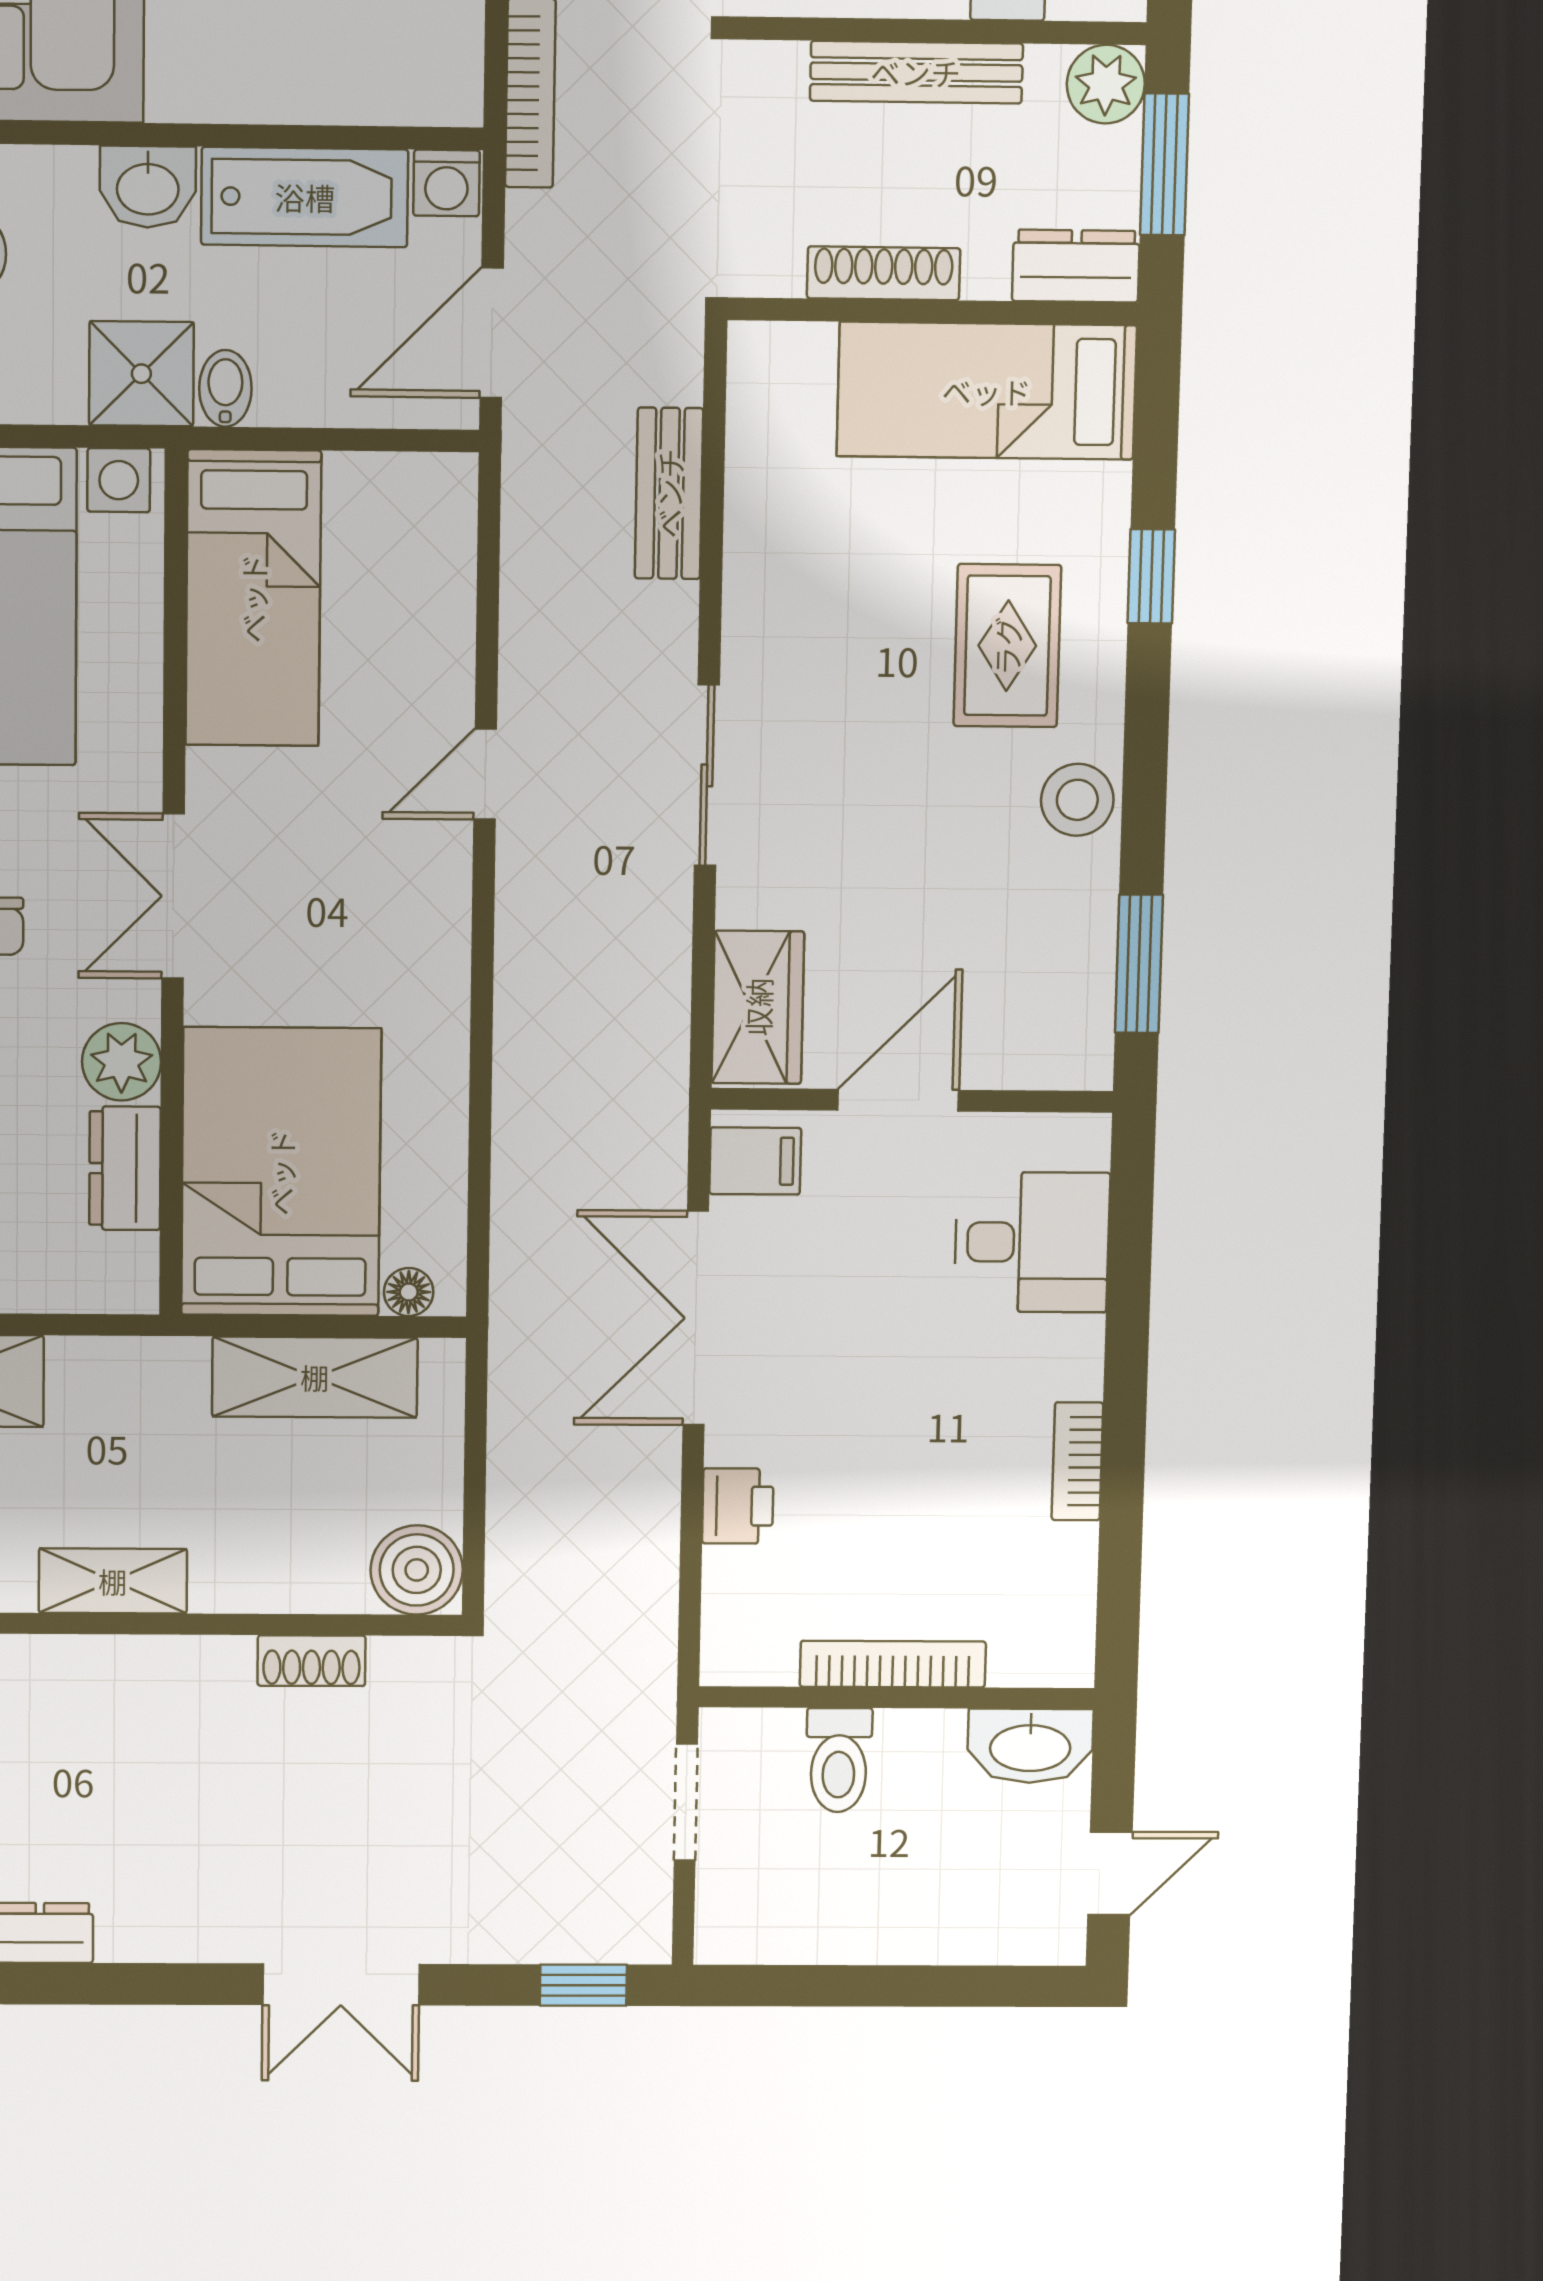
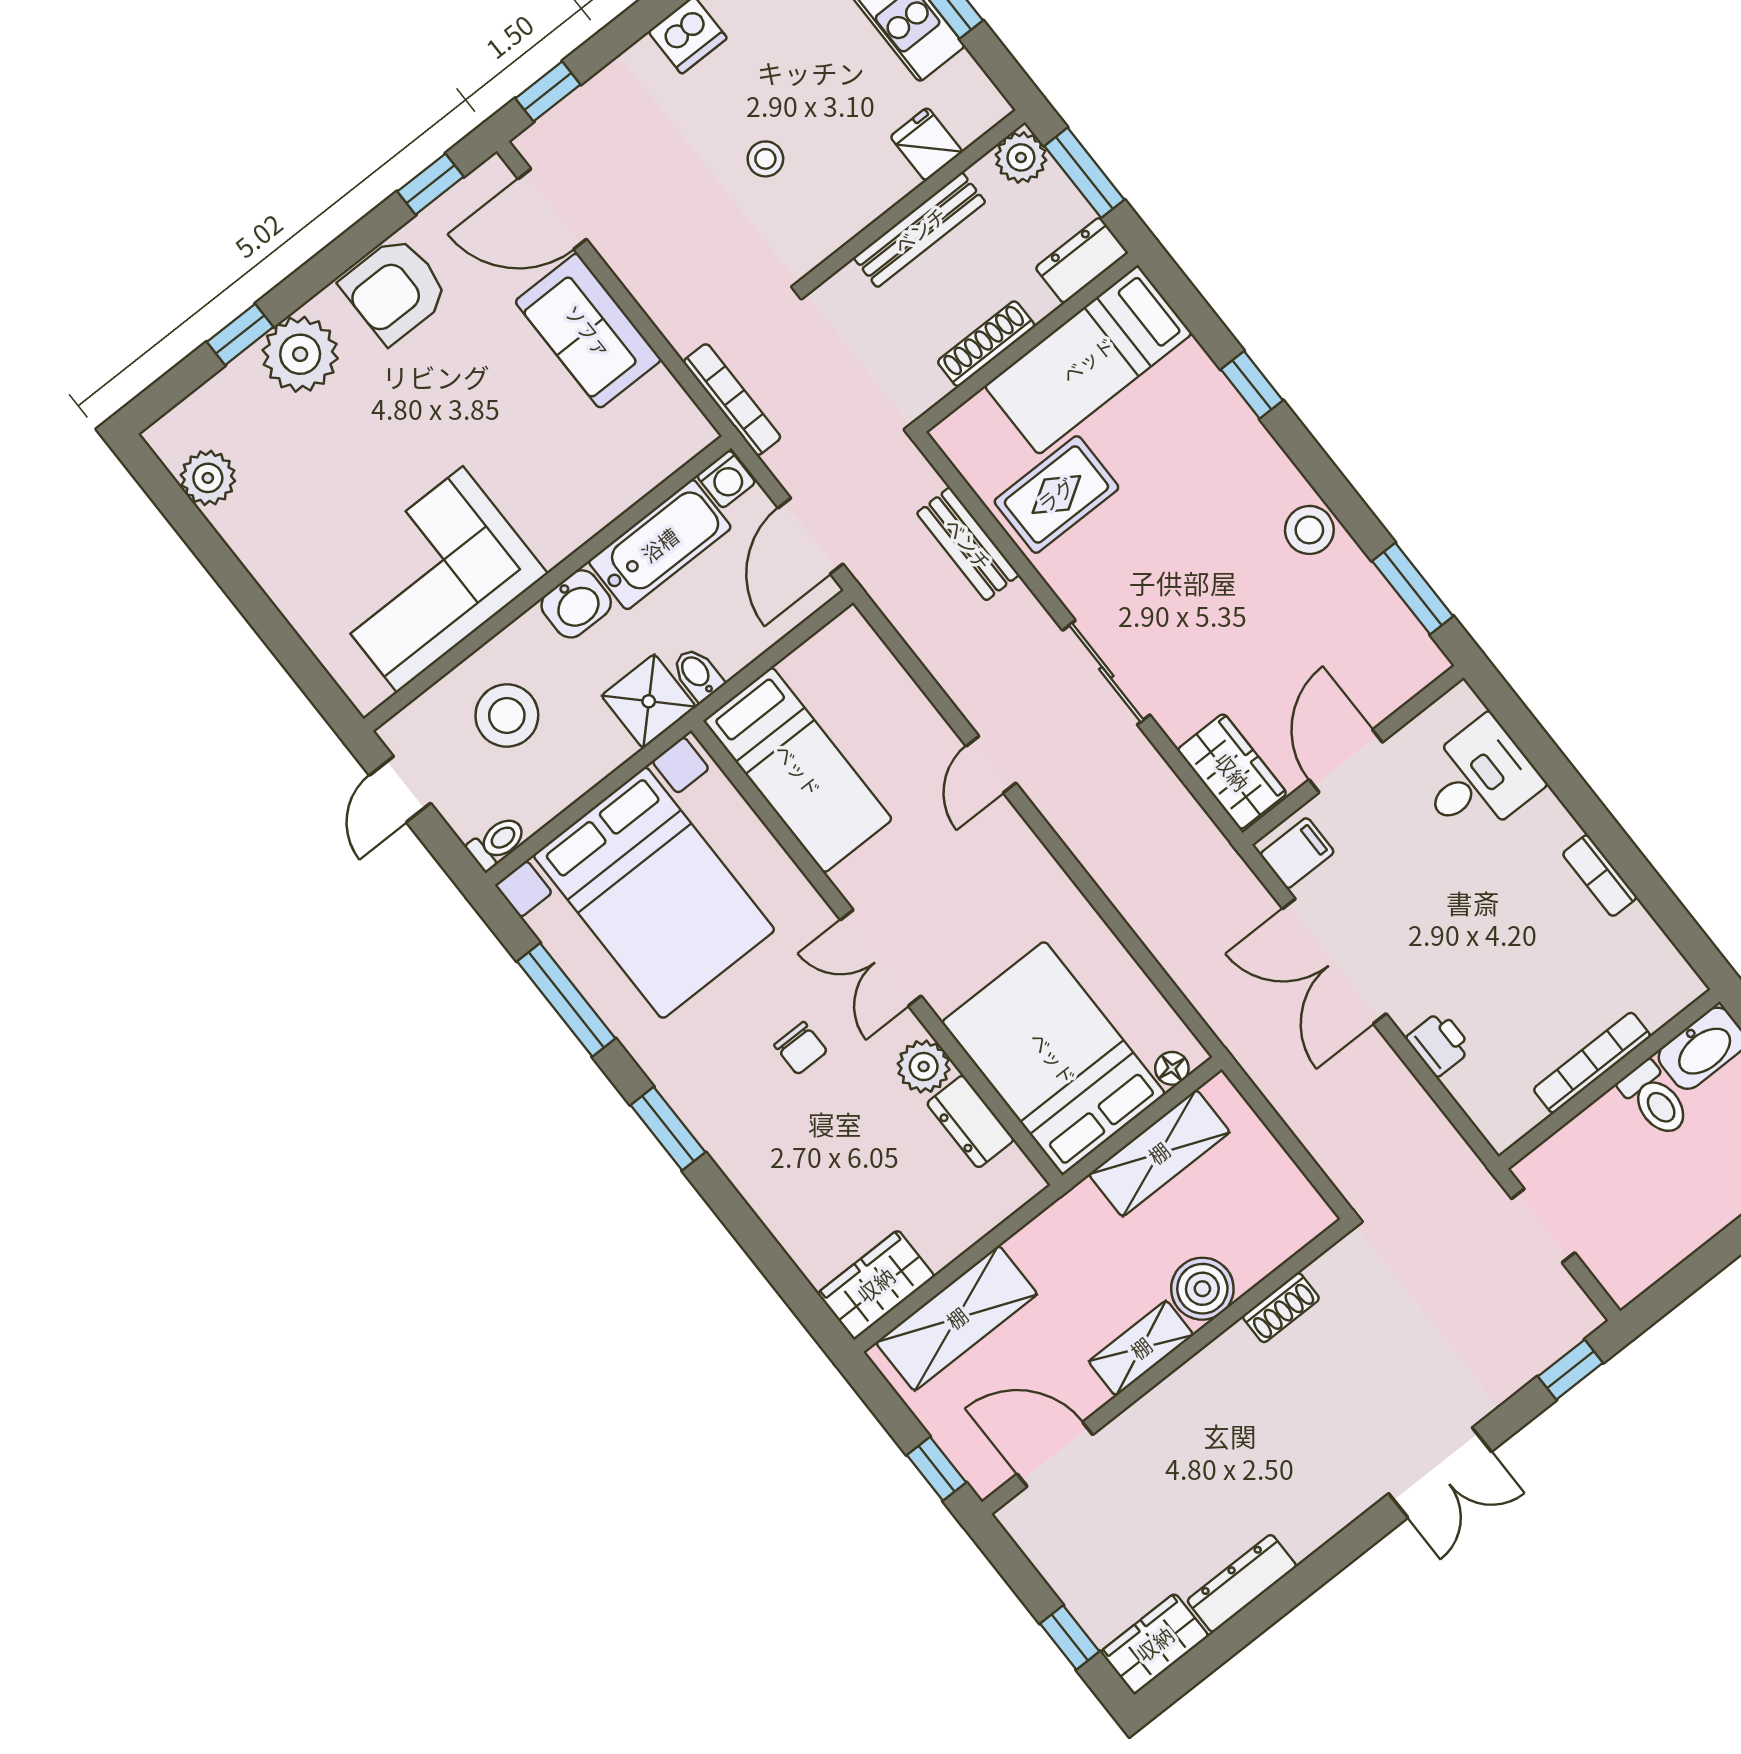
rug: (1007, 646) -> (1056, 495), moved, turned 90
boiler: (417, 1570) -> (1202, 1289), moved
toilet: (839, 1760) -> (1655, 1099), moved

